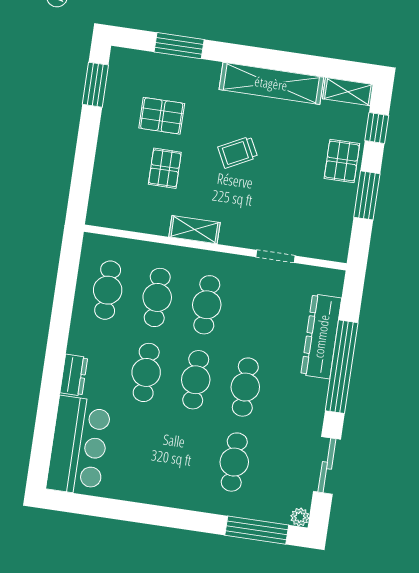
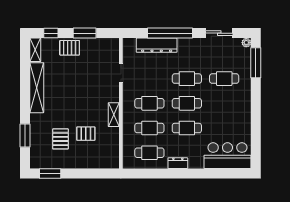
trolley: (238, 152) -> (73, 99), removed
dresser: (74, 375) -> (178, 163), moved

